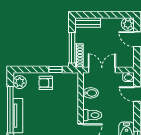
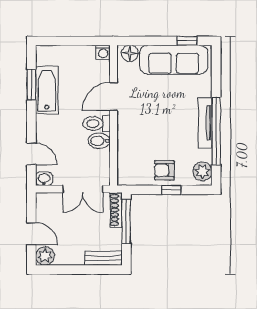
window: (56, 69) -> (171, 190), moved
armchair: (46, 83) -> (164, 170), turned 180
bidet: (91, 93) -> (99, 141), moved

